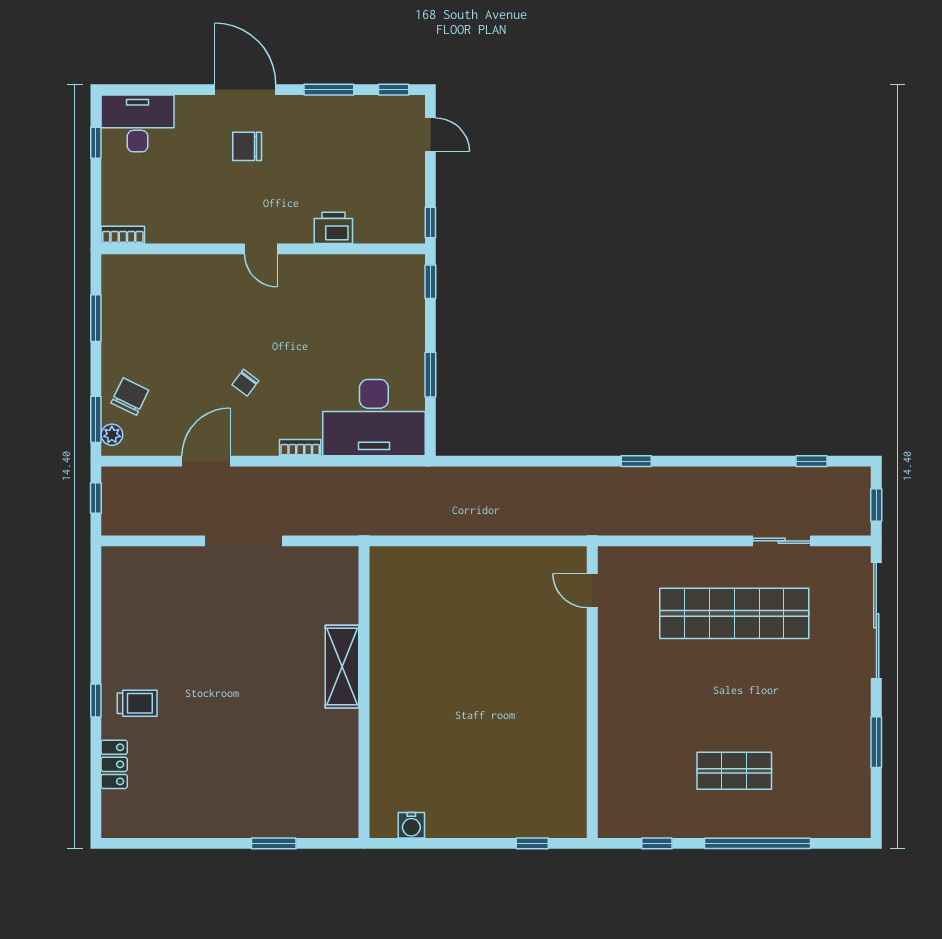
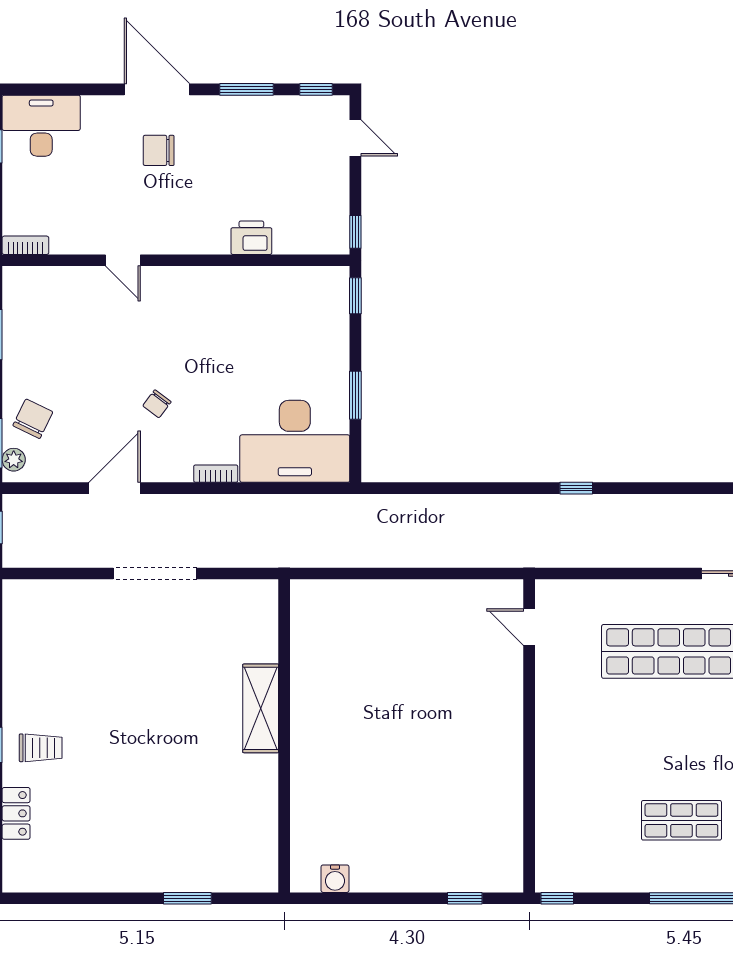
door: (261, 249) -> (123, 260), moved
window: (657, 843) -> (557, 898), moved

